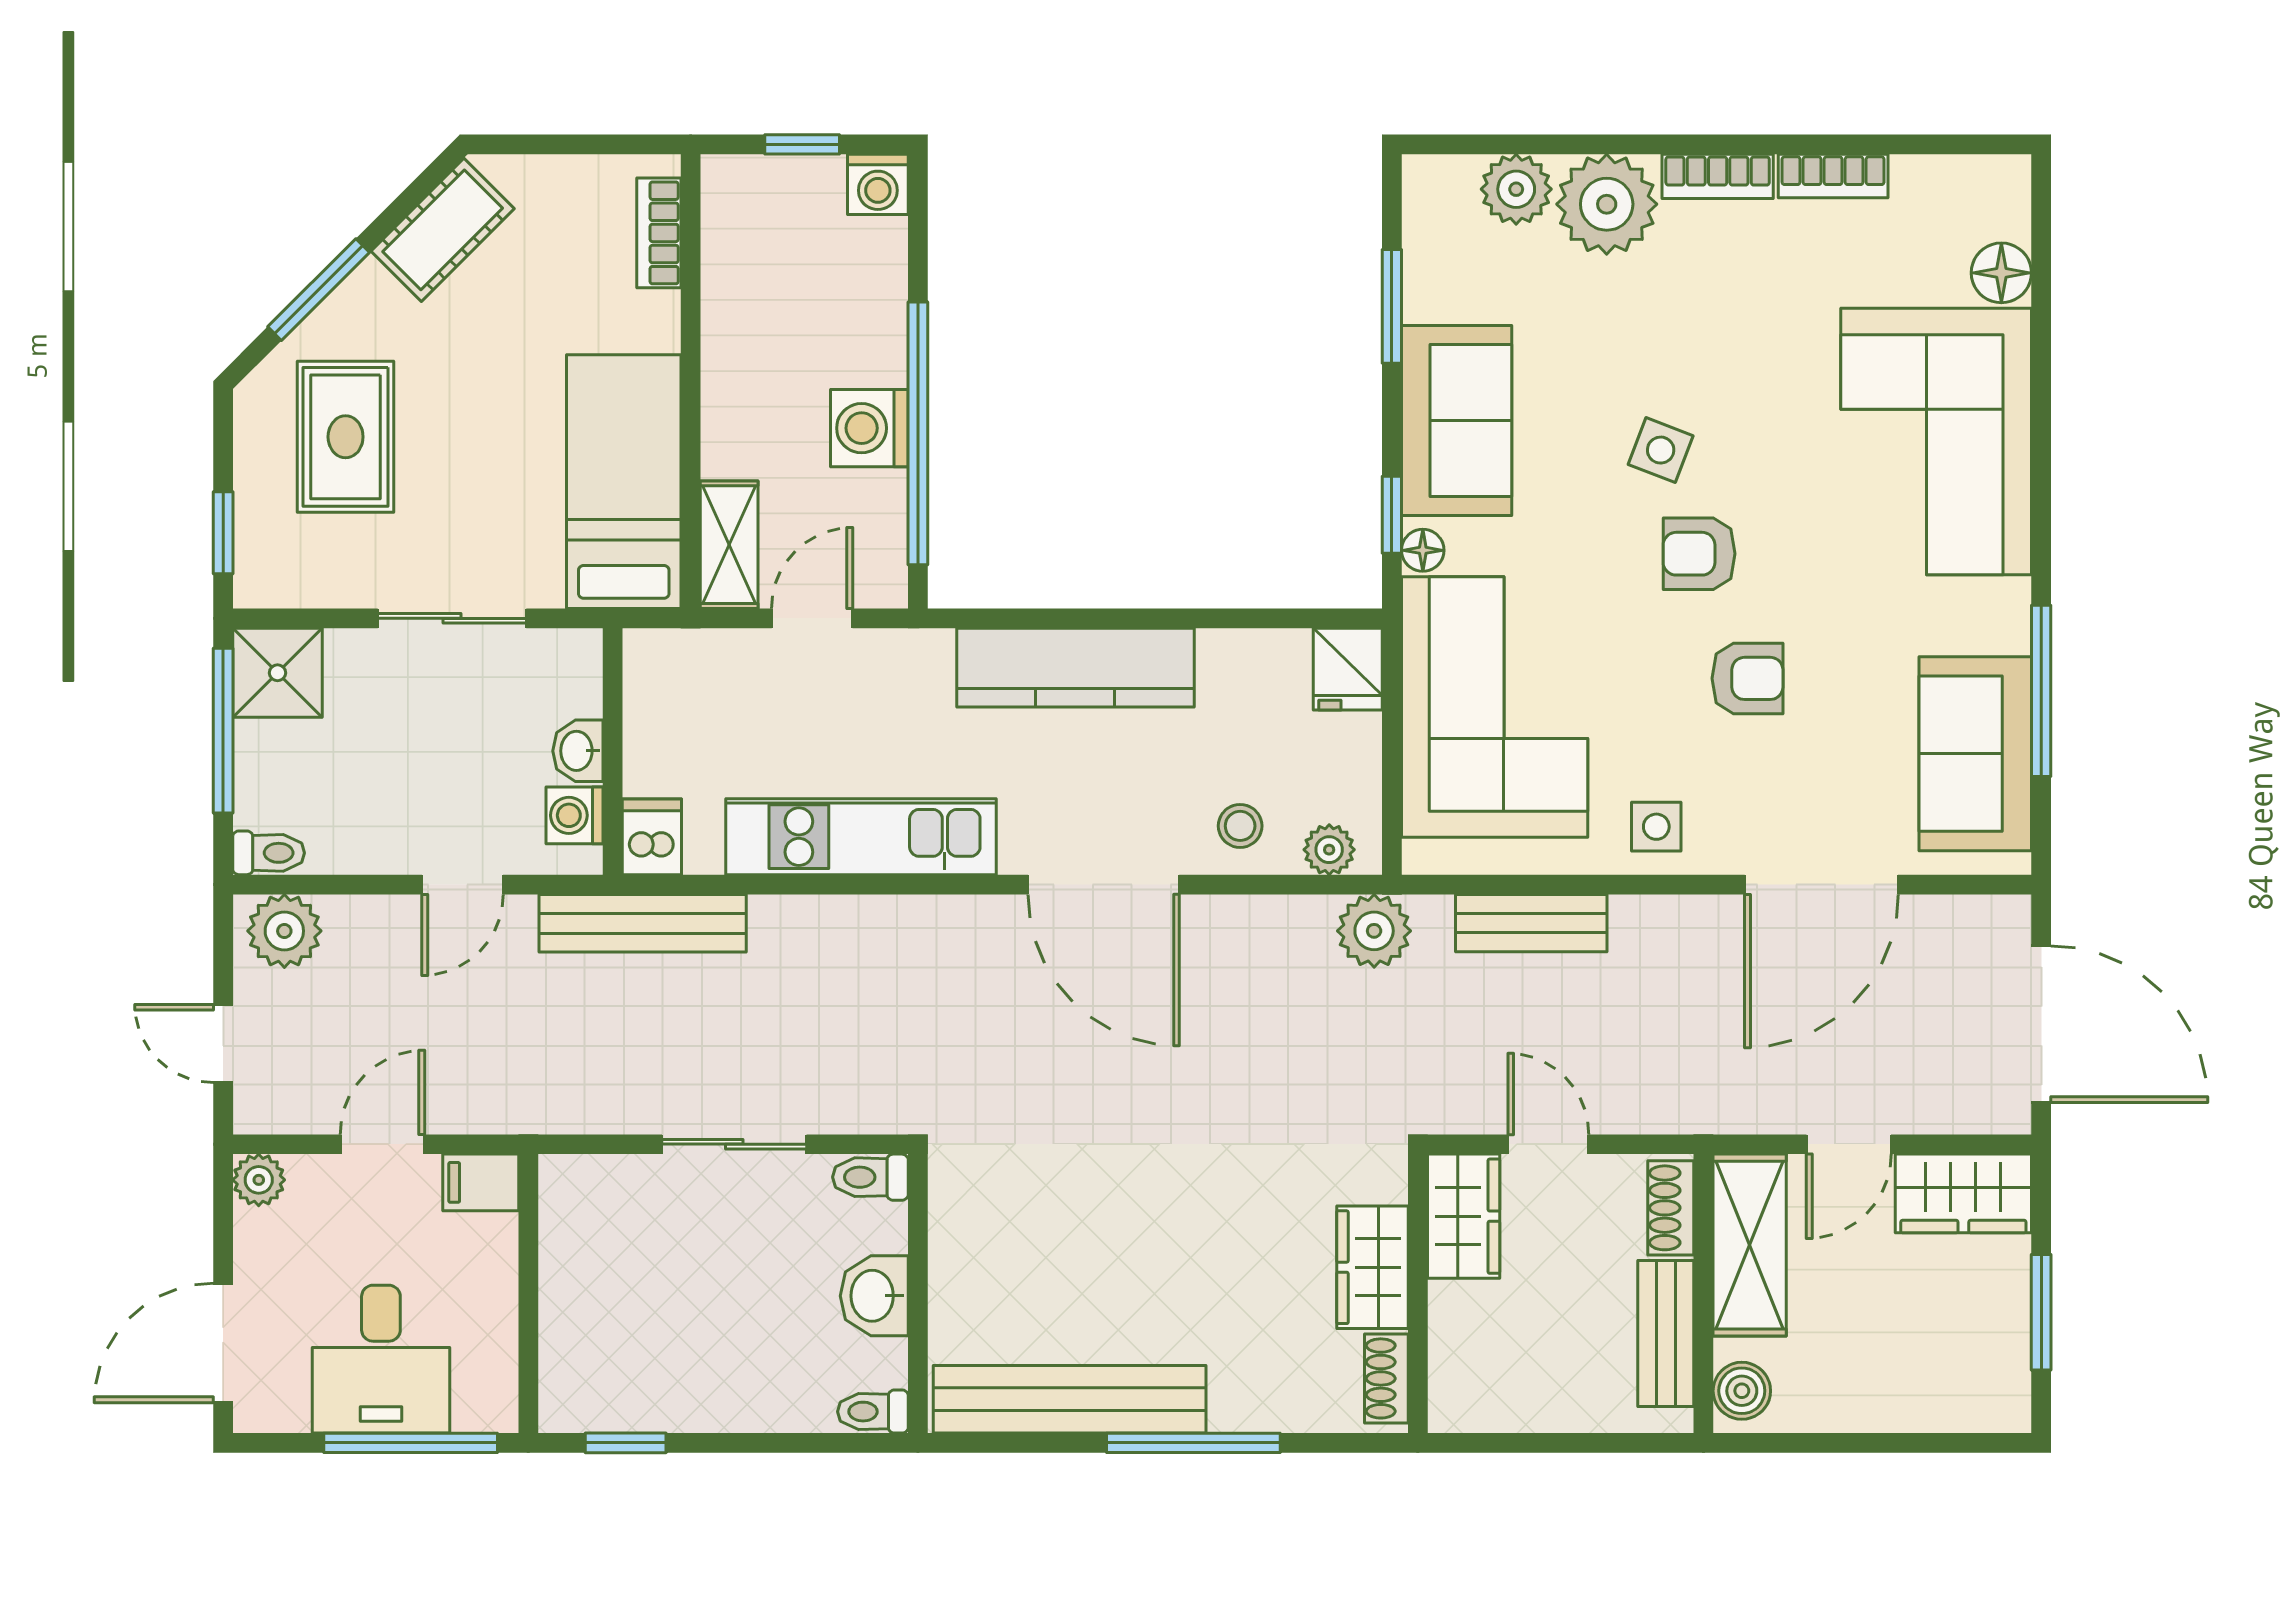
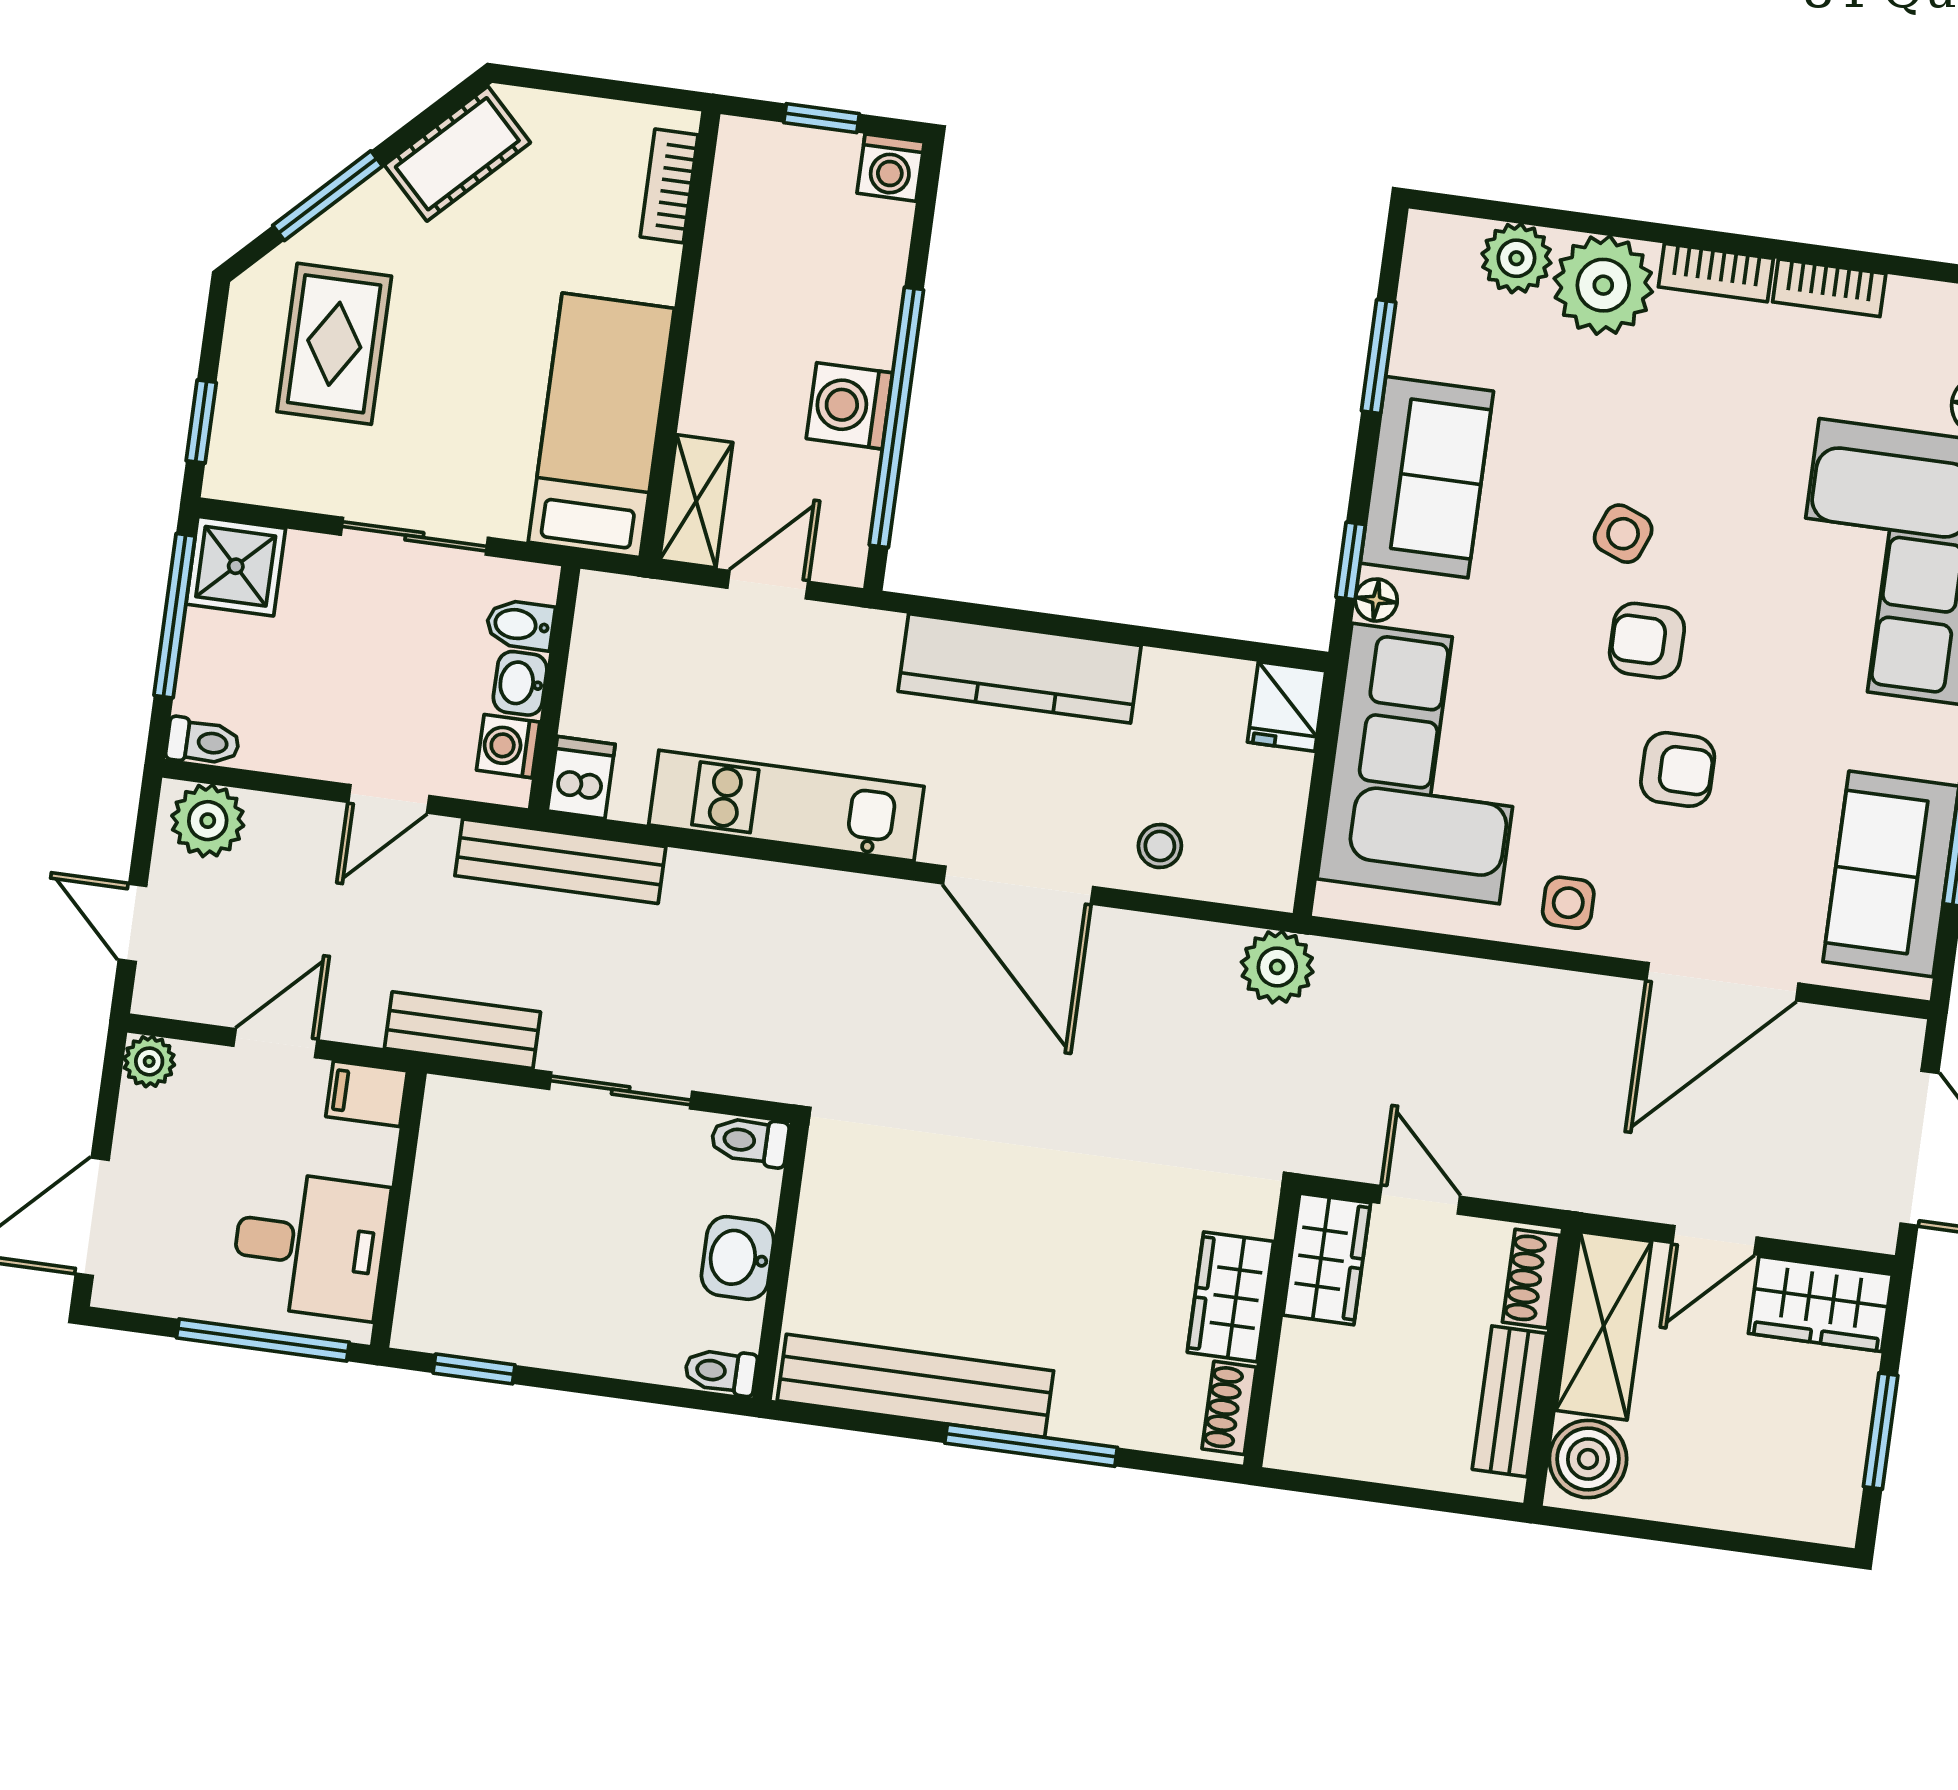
bidet: (570, 692) -> (520, 625), added
plant: (1329, 850) -> (1244, 881), removed
bench: (1531, 923) -> (463, 1030), moved
desk: (381, 1359) -> (310, 1245), moved, turned -90
boiler: (1742, 1391) -> (1588, 1459), width x1.36, depth x1.36

